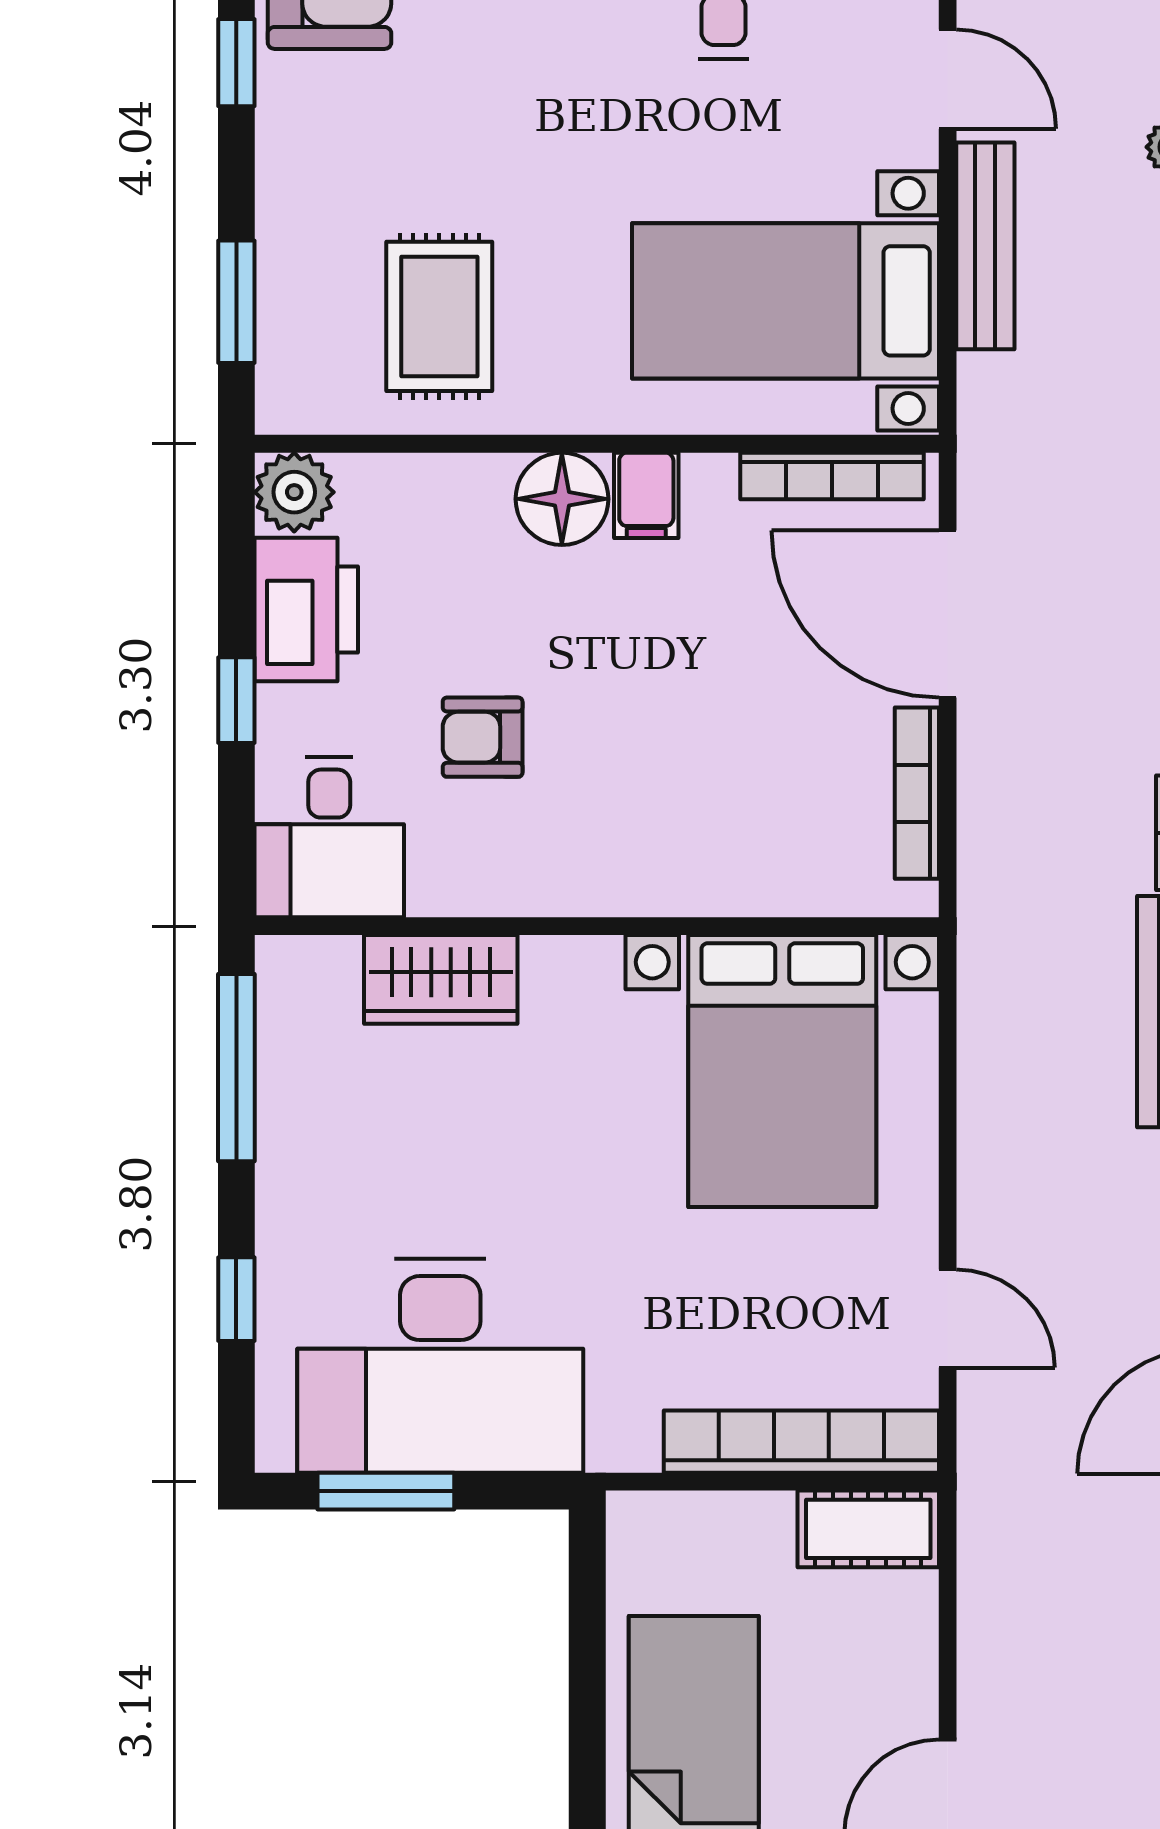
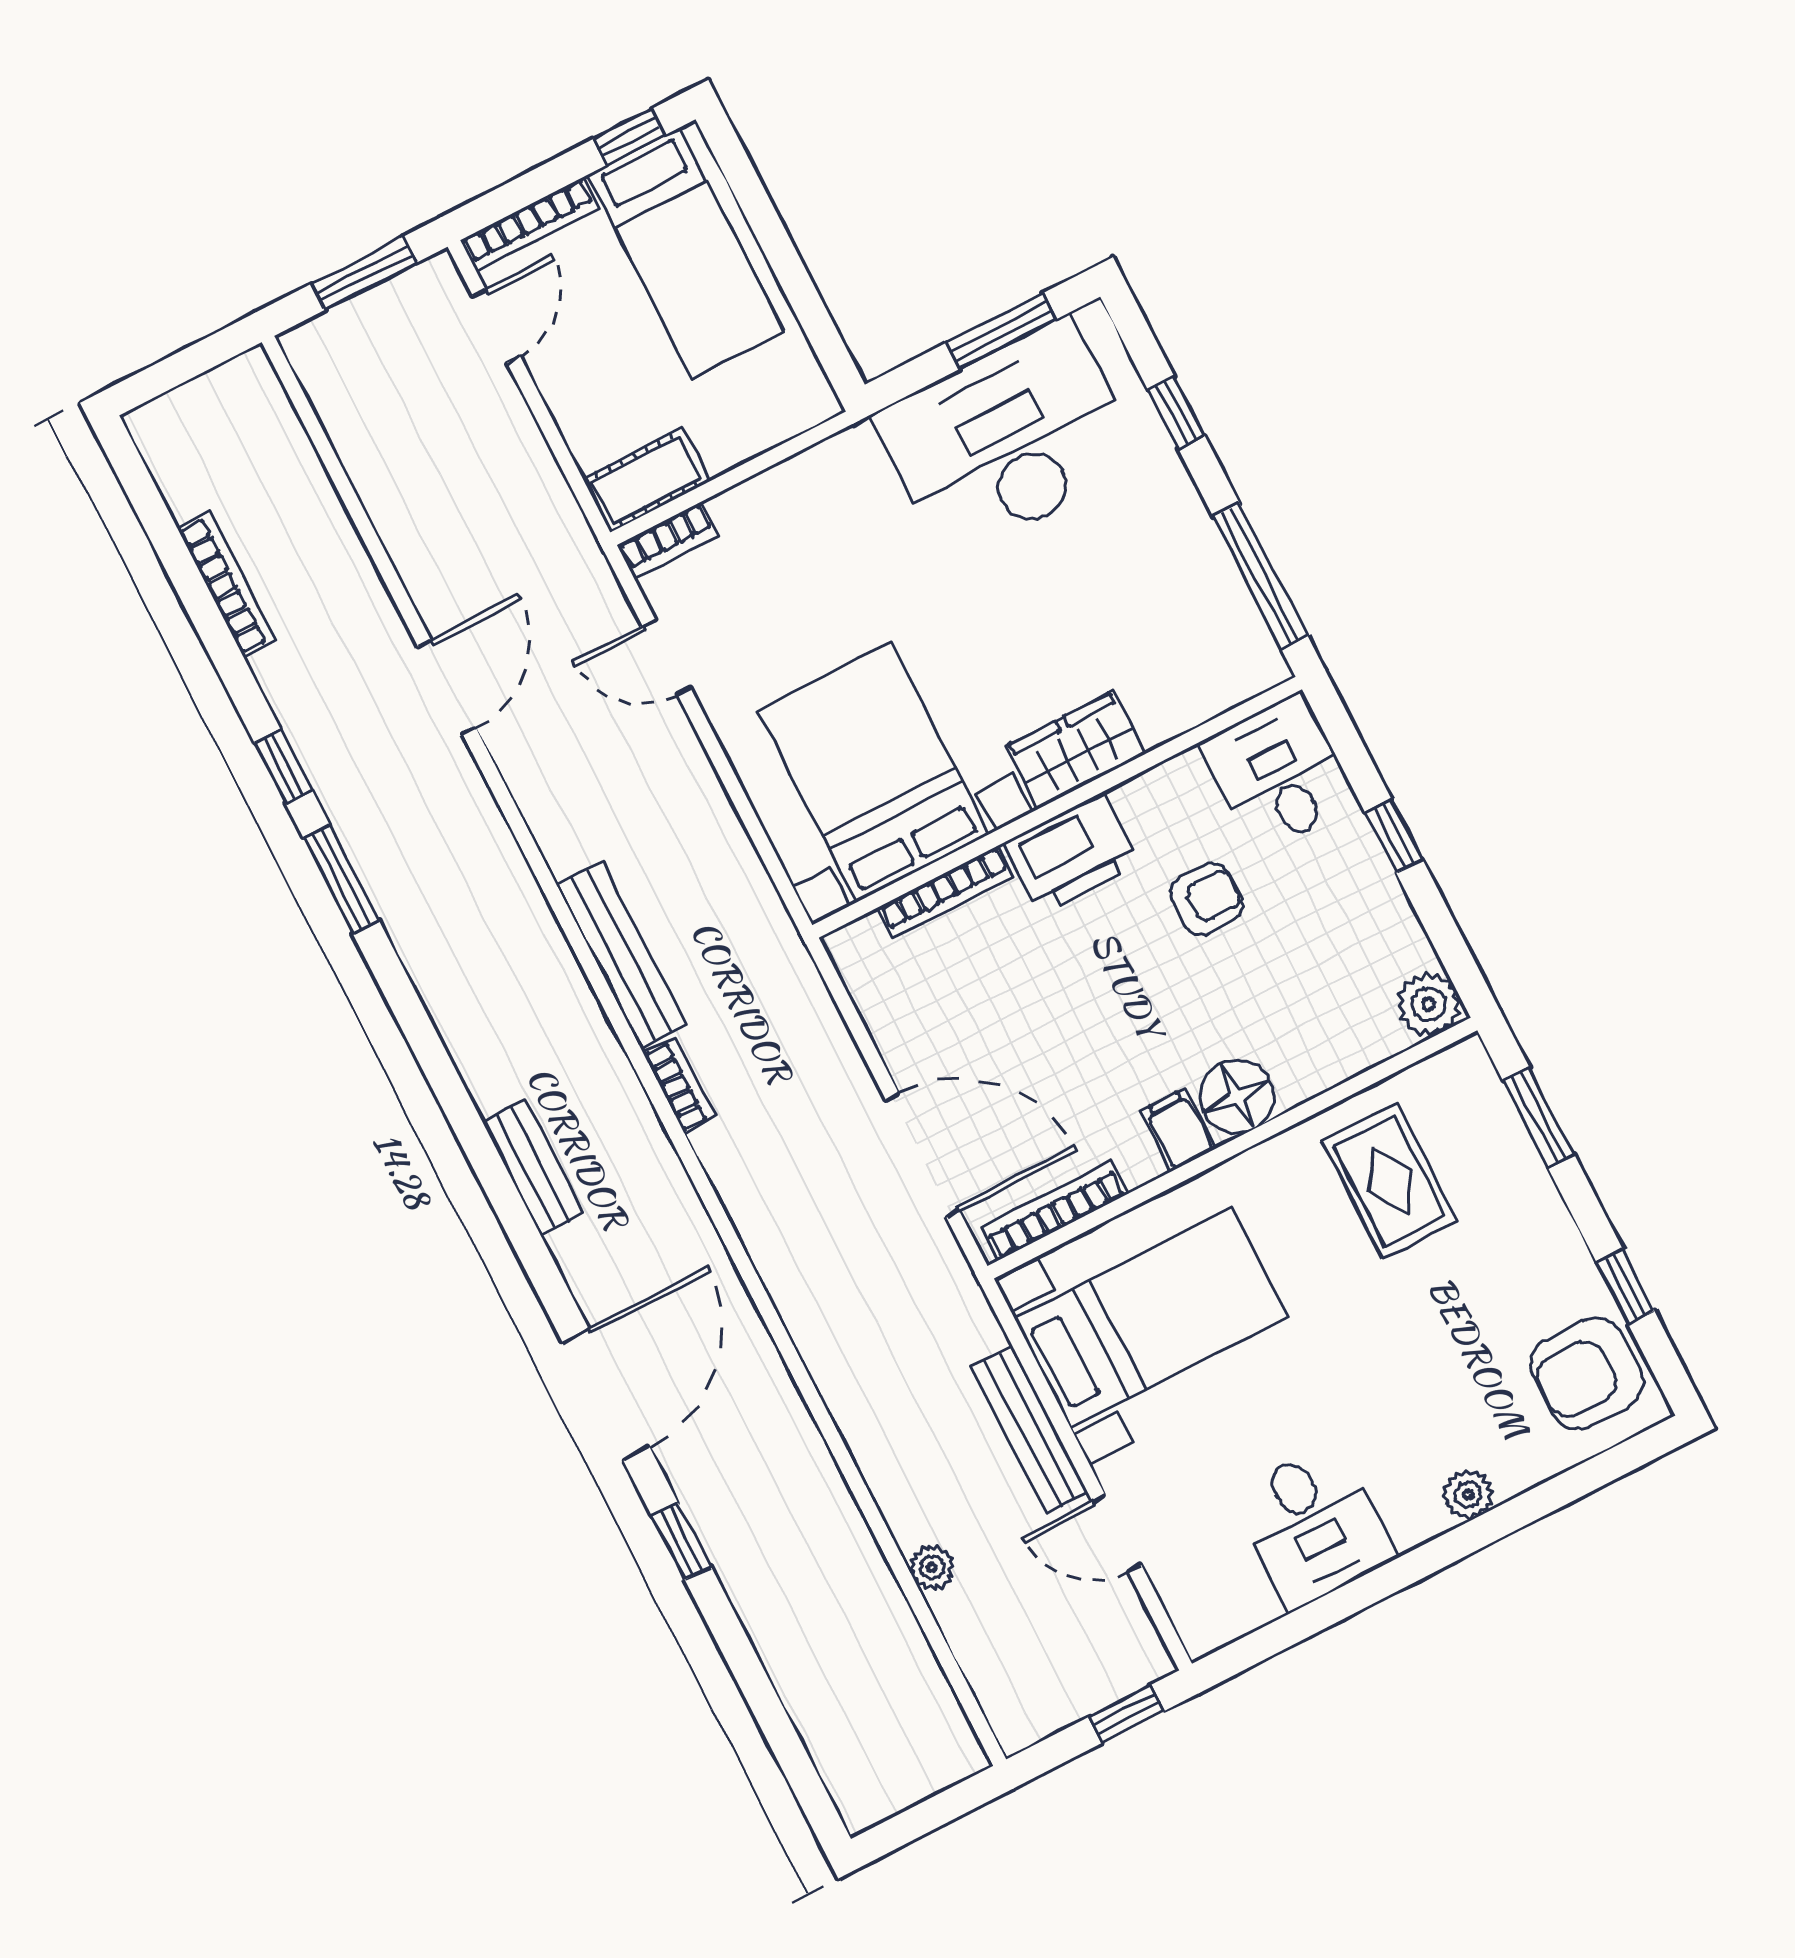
printer: (306, 609) -> (1072, 854), moved, turned -90
bookcase: (917, 793) -> (945, 892), moved, turned 90
wardrobe: (441, 979) -> (1076, 750), moved
bookcase: (801, 1442) -> (667, 540), width x0.43, depth x0.76

